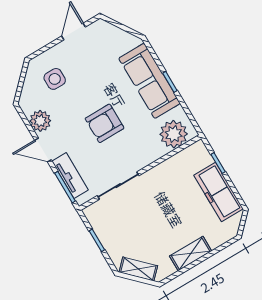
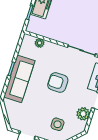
armchair: (105, 123) -> (58, 83), turned 180
plant: (174, 134) -> (40, 43), width x0.53, depth x0.53

